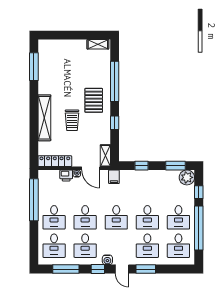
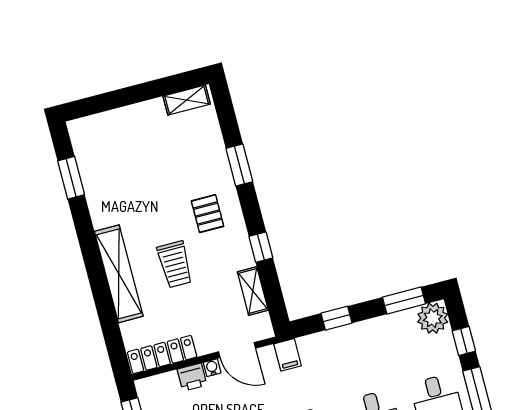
window: (34, 67) -> (71, 178), width x0.69
window: (115, 81) -> (239, 165), width x0.47
pallet: (94, 100) -> (208, 214), width x0.67, depth x0.71
shelving: (105, 156) -> (253, 291), moved

